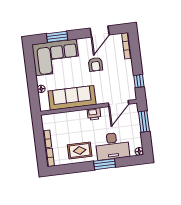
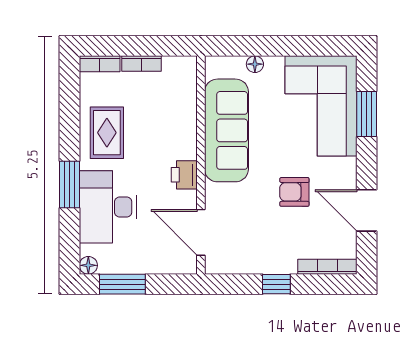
window: (139, 81) -> (276, 284), moved
window: (144, 122) -> (122, 284), moved

